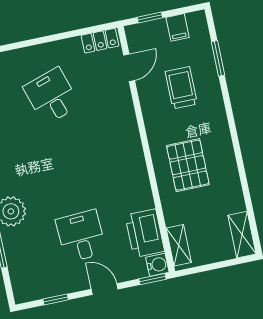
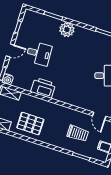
pallet: (188, 165) -> (30, 124), moved
printer: (145, 233) -> (43, 88), moved

